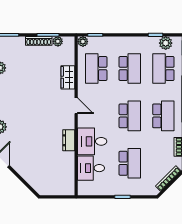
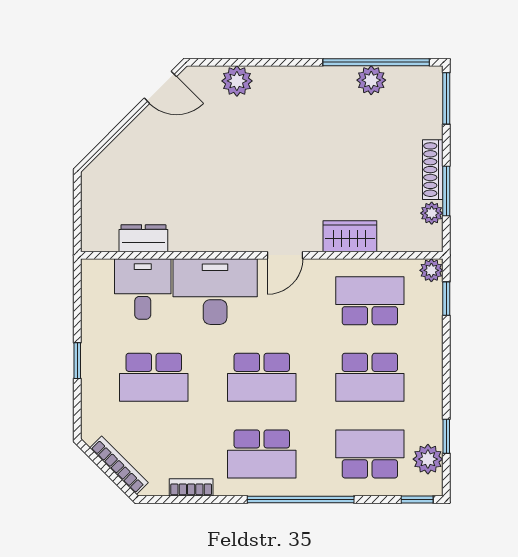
dresser: (69, 140) -> (143, 238), moved
desk: (92, 141) -> (215, 292), width x1.37

